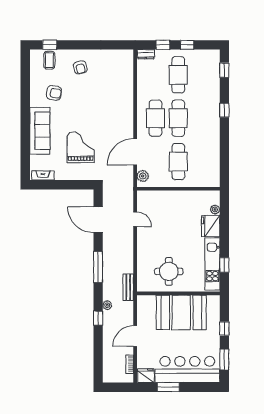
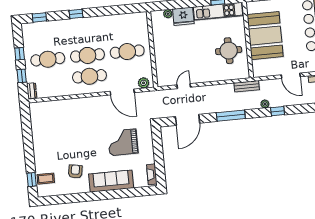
armchair: (80, 67) -> (50, 150), removed

